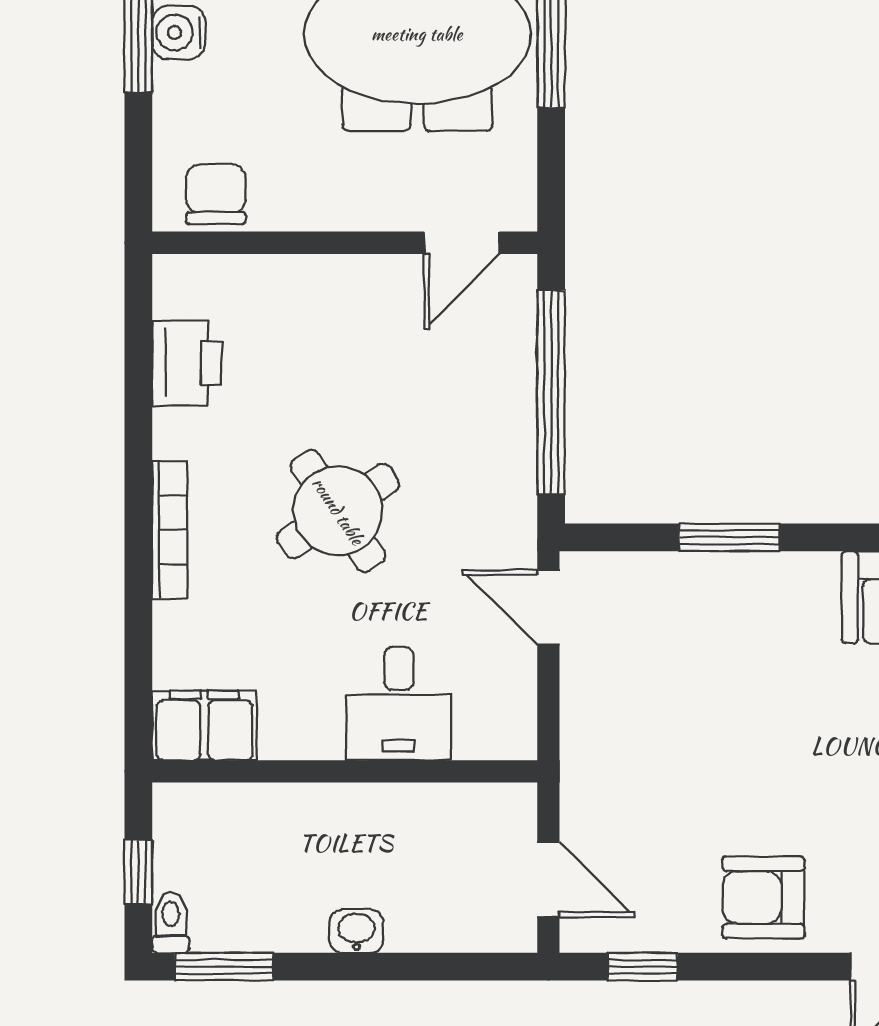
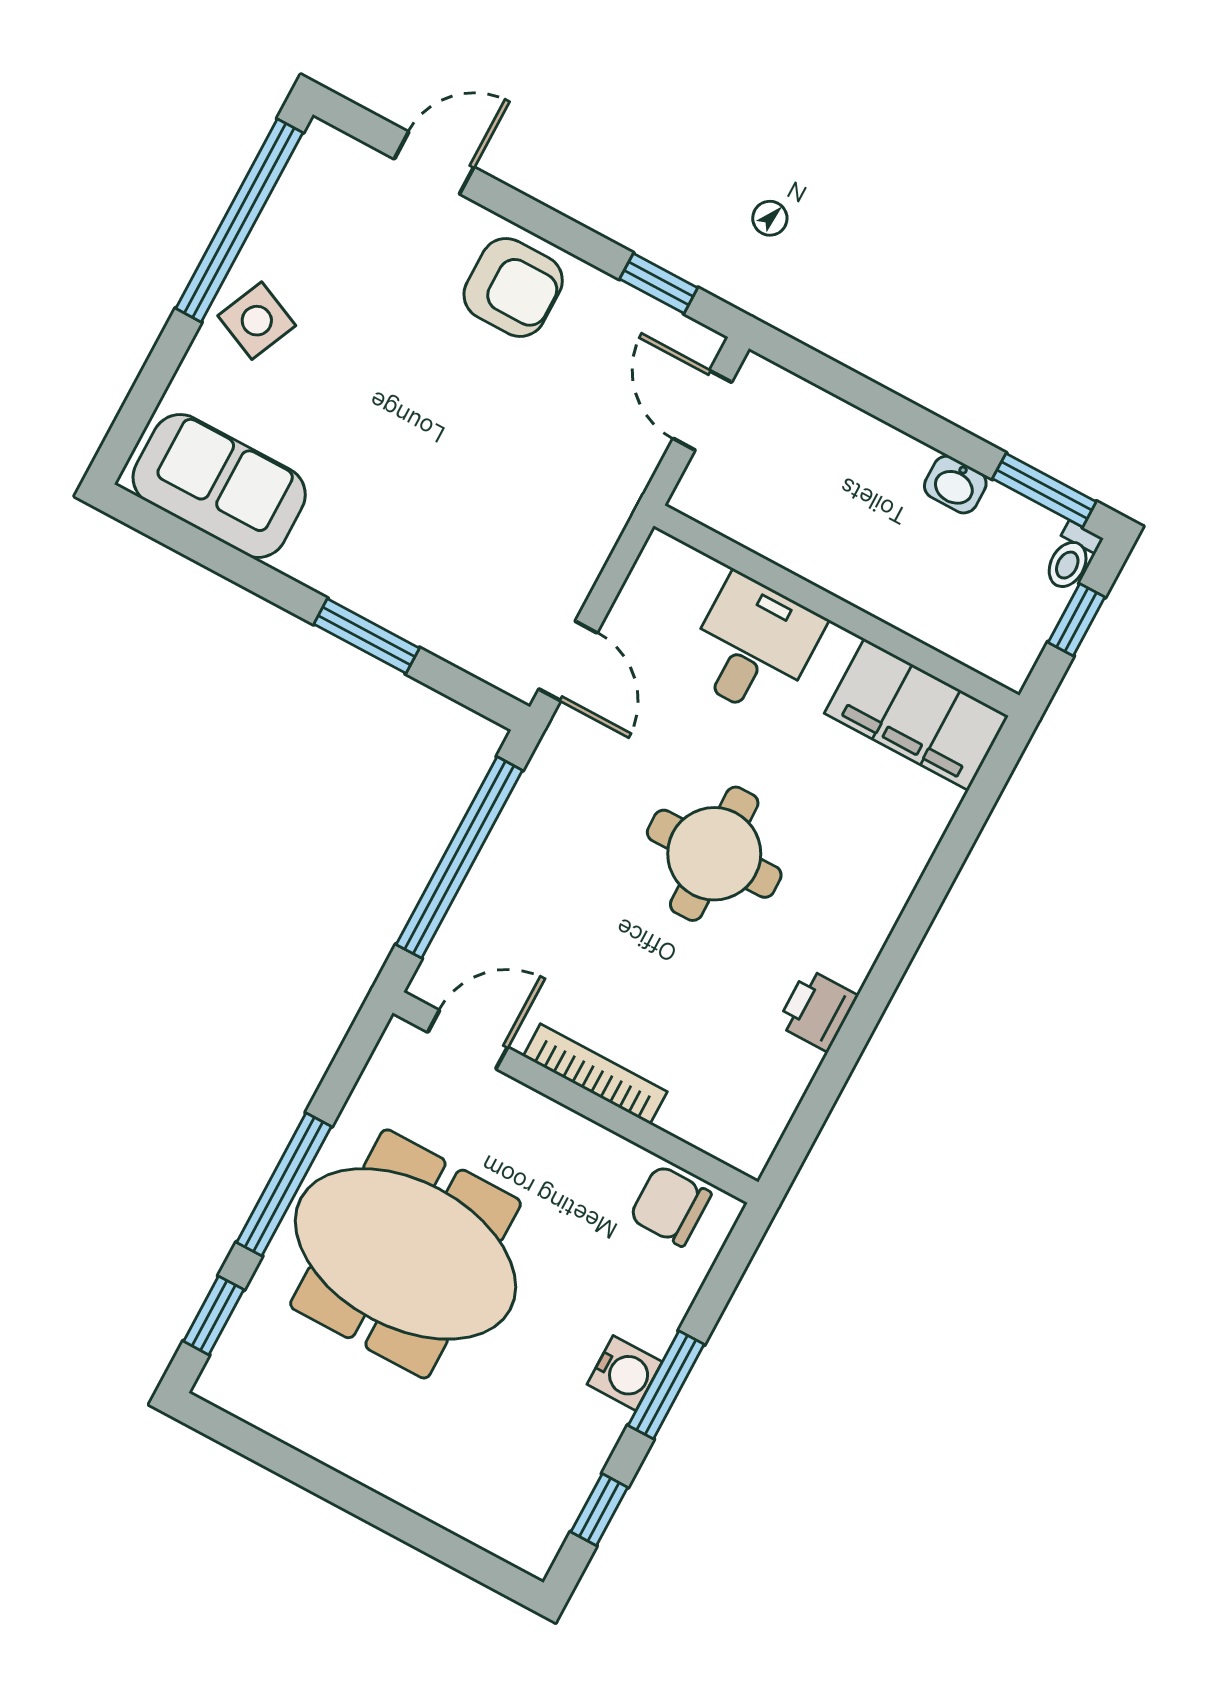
chair: (216, 194) -> (670, 1206), turned 90
printer: (187, 363) -> (817, 1010), moved, width x0.73, depth x0.81
round table: (338, 511) -> (714, 854), turned 33
bookcase: (170, 530) -> (595, 1074), moved, turned 90
filing cabinet: (204, 725) -> (916, 715), width x1.50, depth x1.17
washbasin: (356, 931) -> (955, 485), moved

